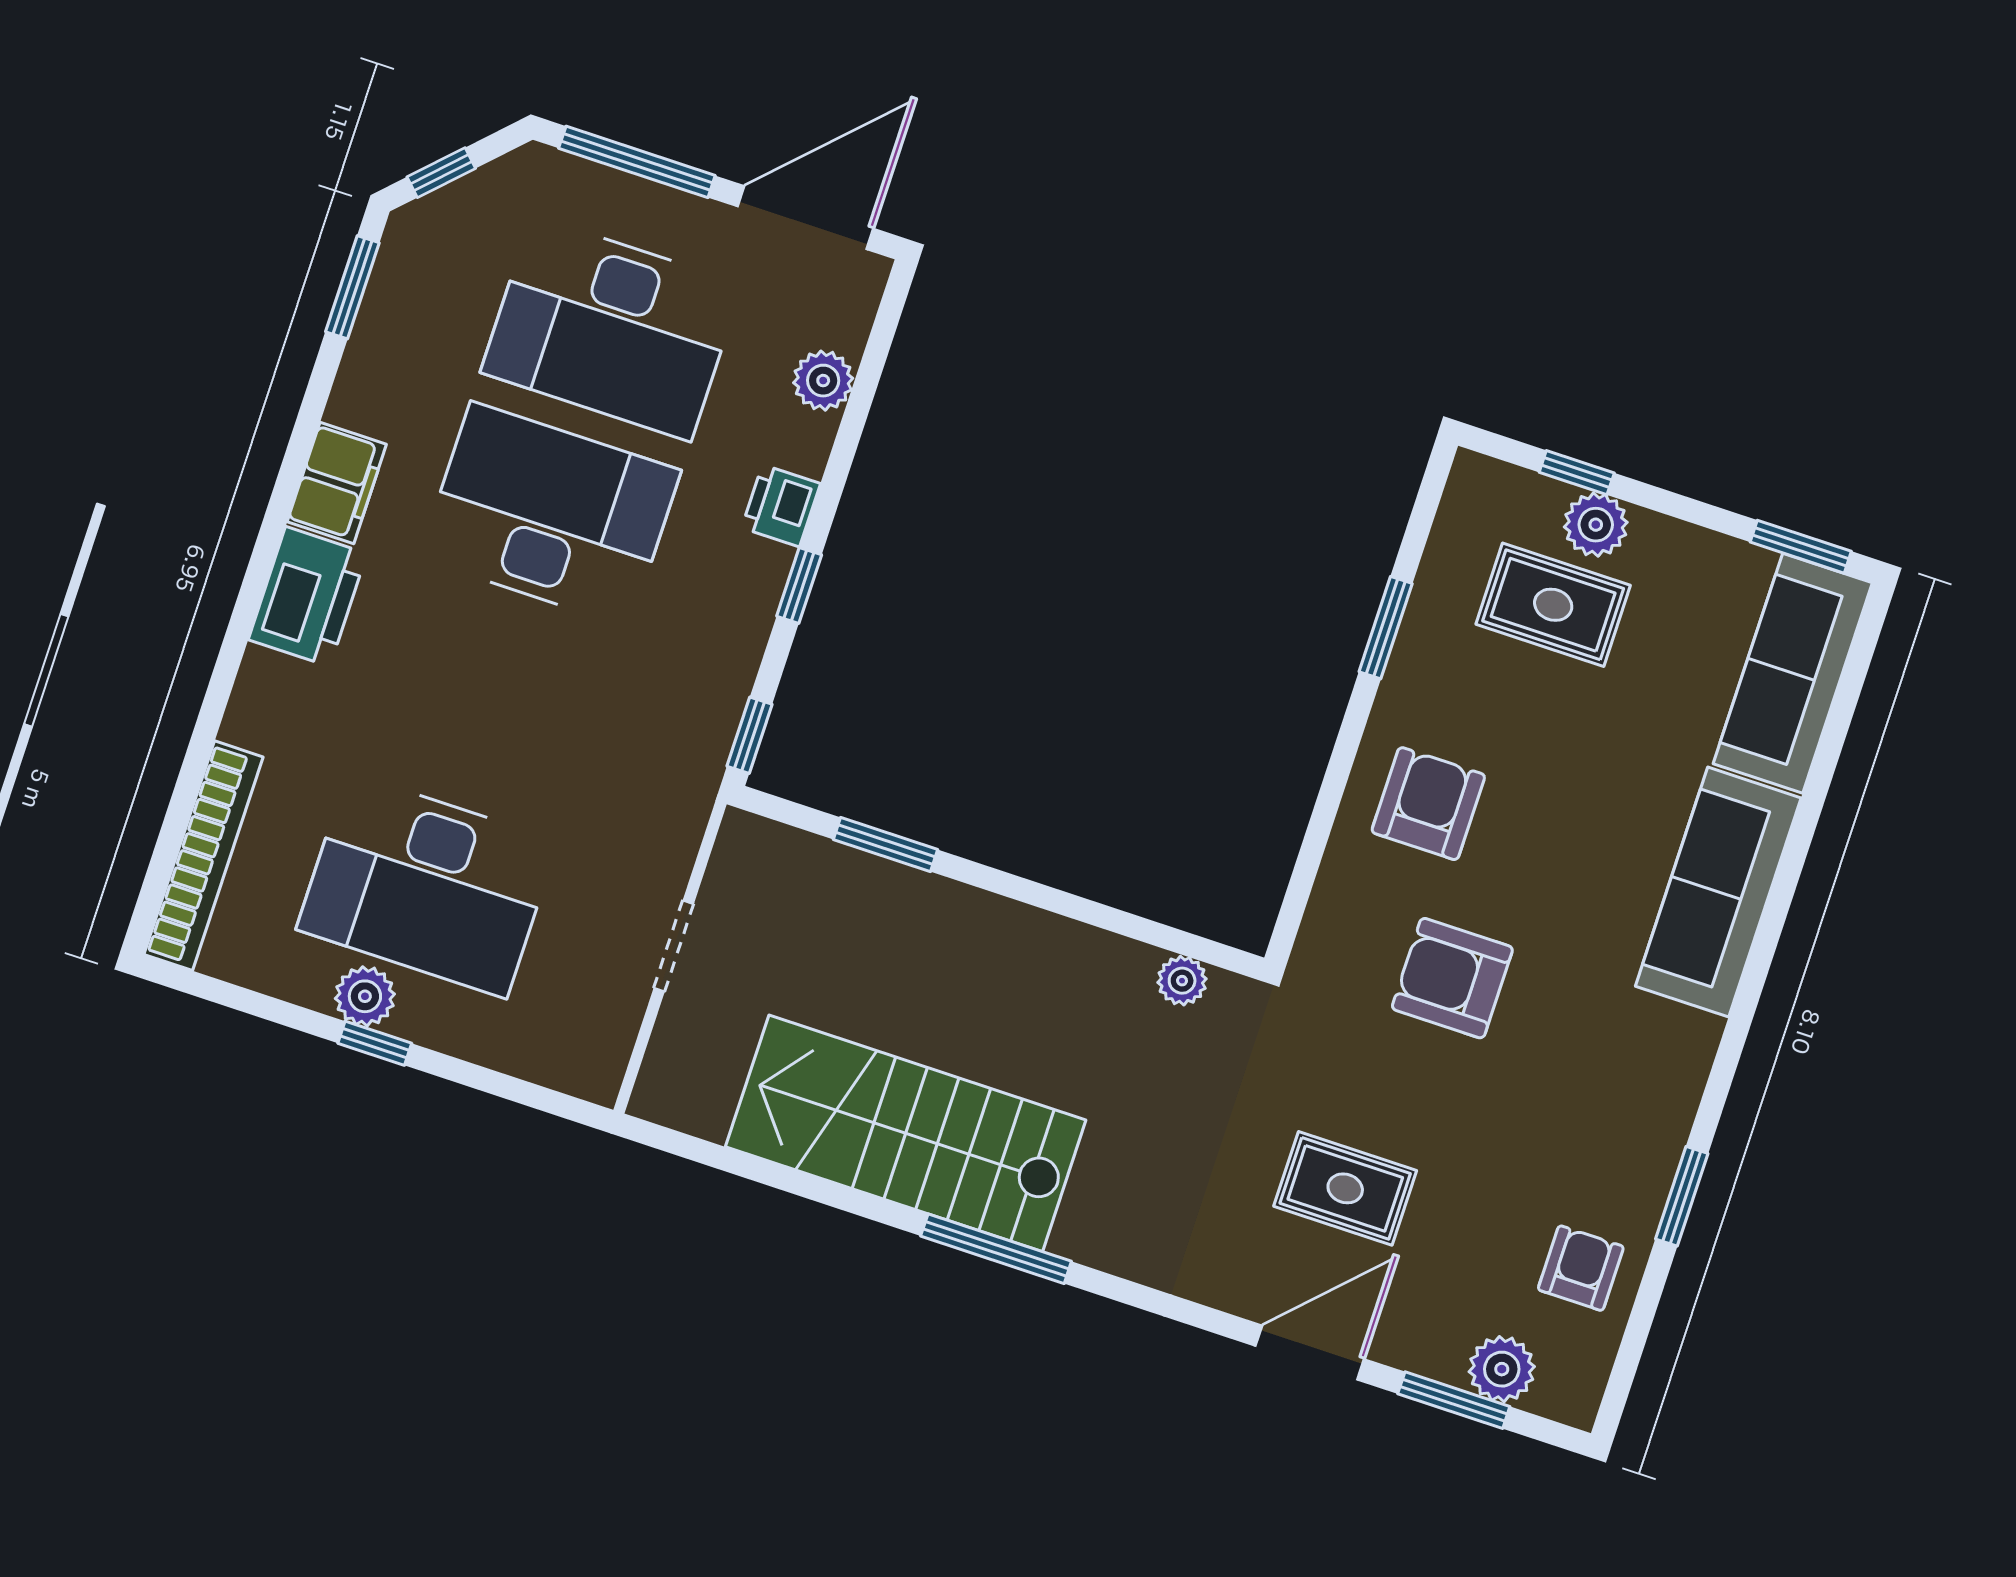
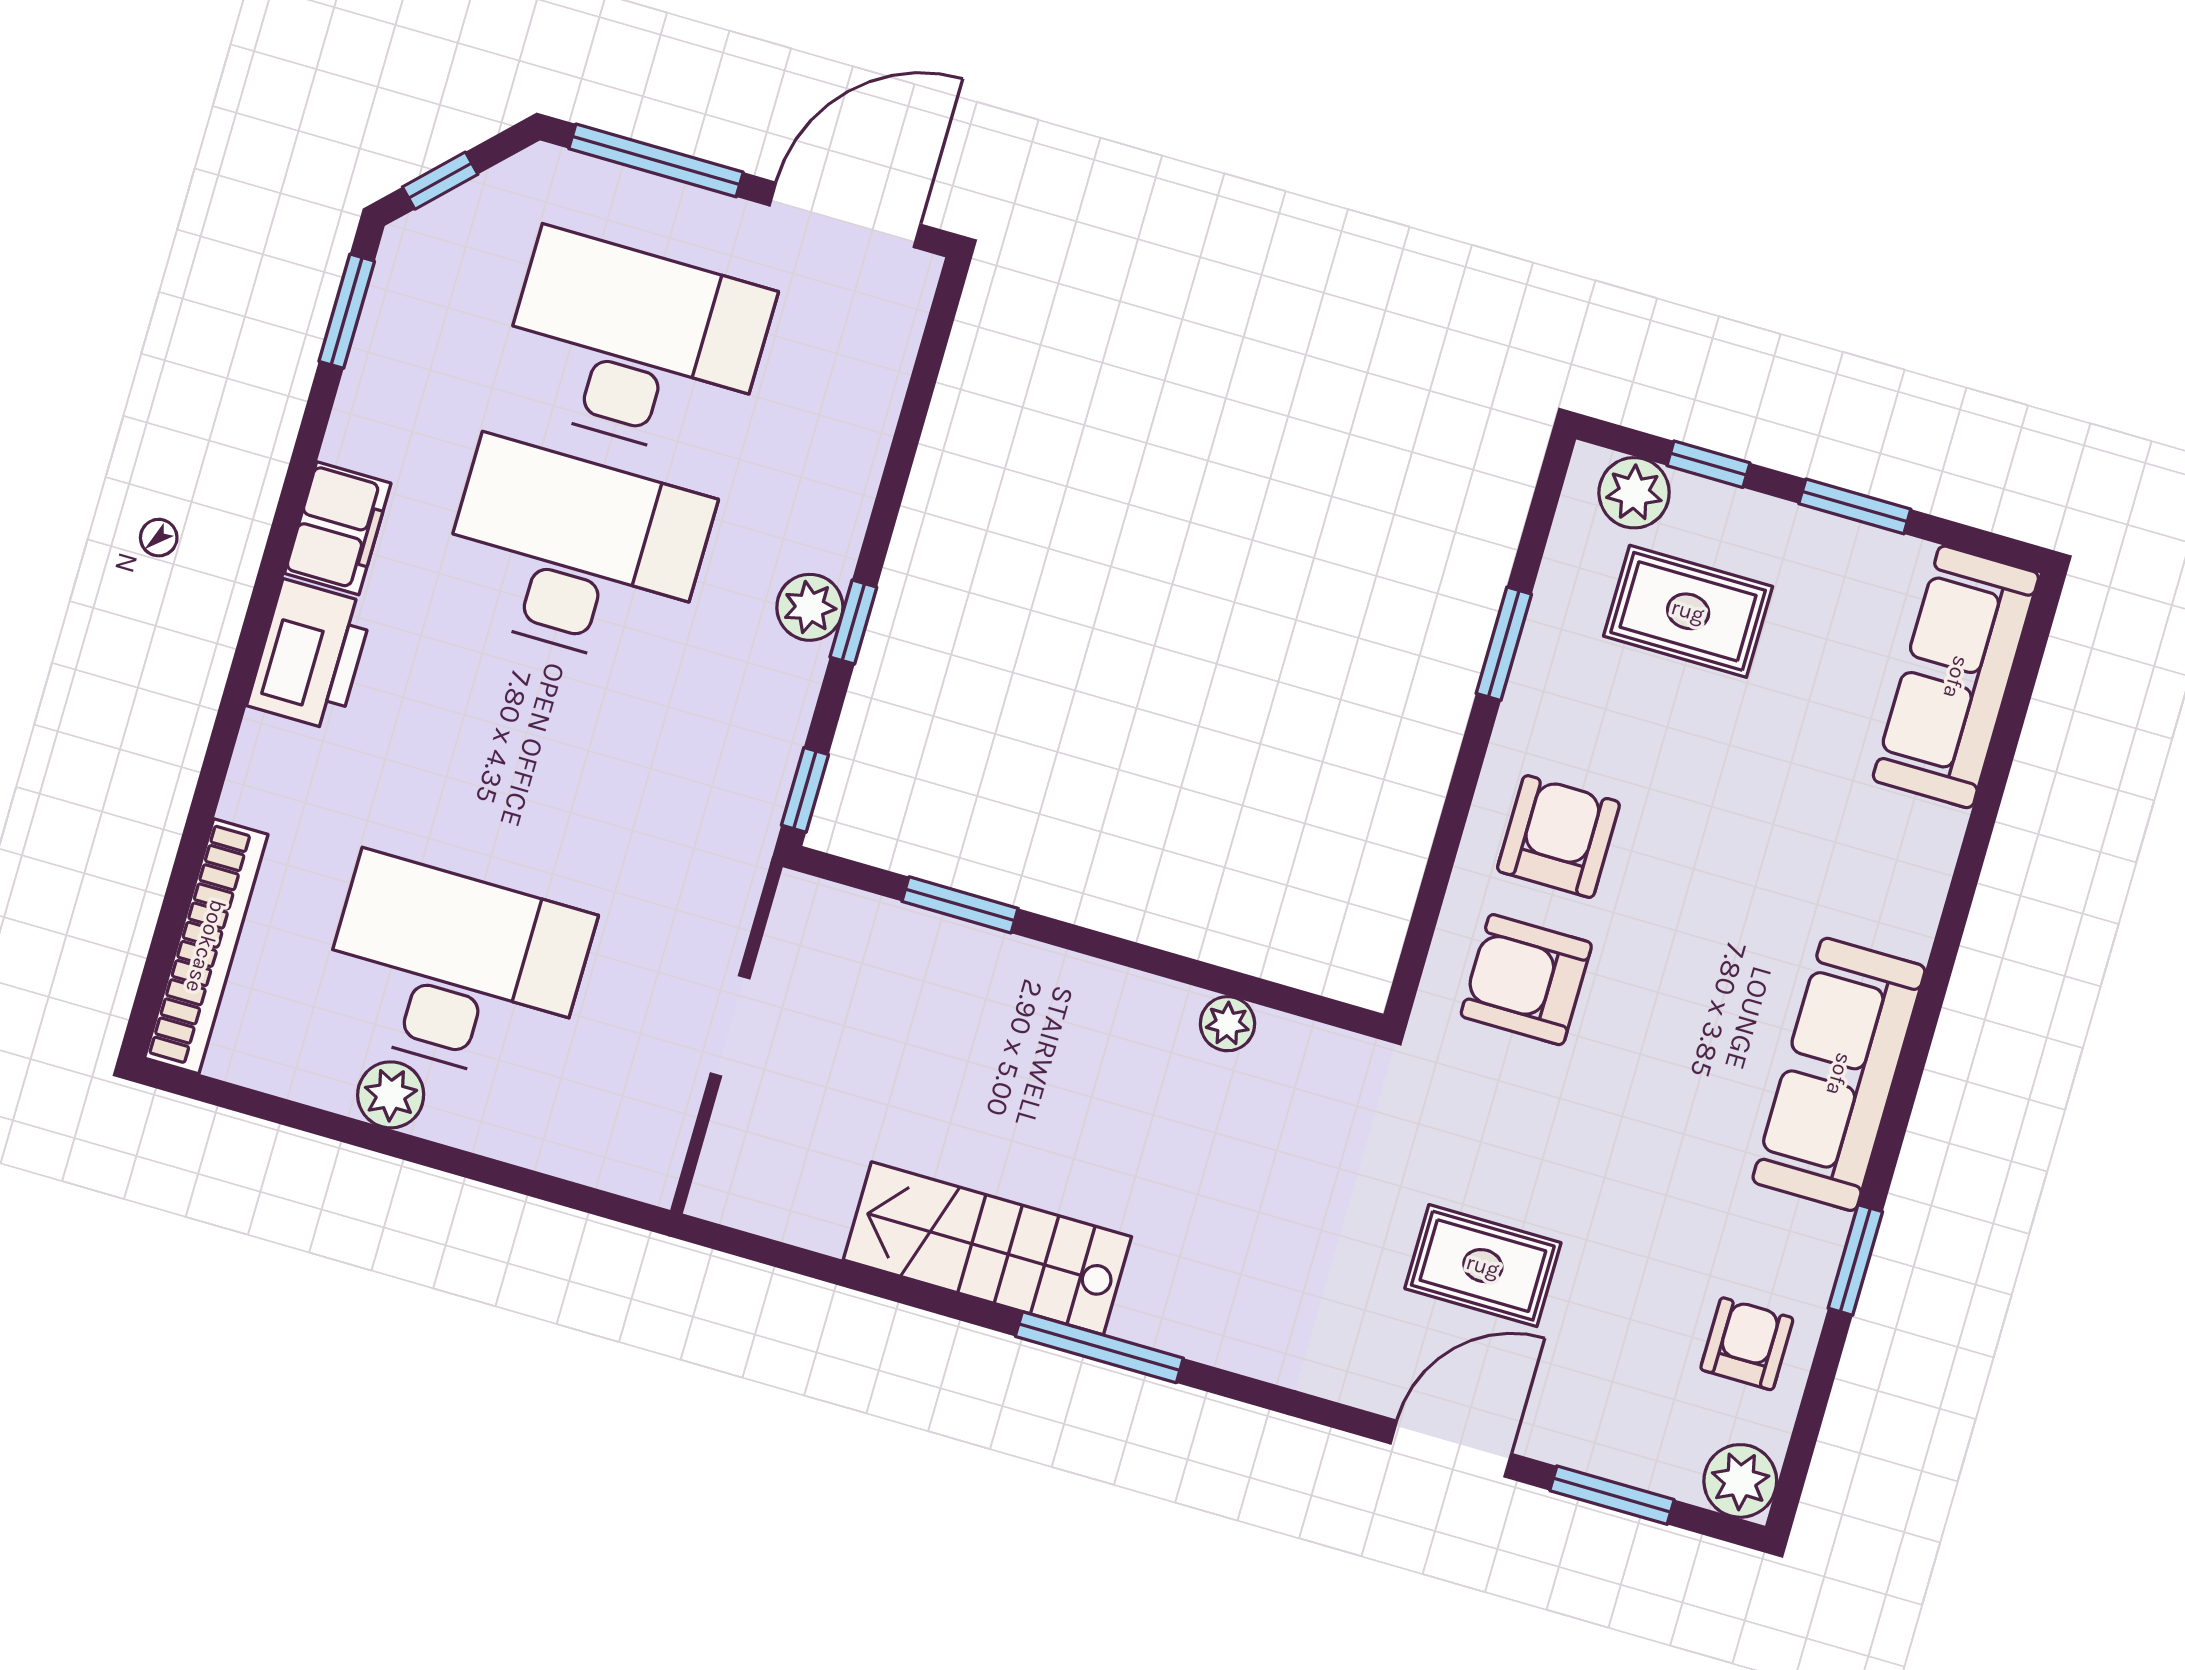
desk: (611, 329) -> (635, 346), turned 180
plant: (823, 381) -> (810, 607), moved
printer: (781, 506) -> (830, 535), removed
plant: (1596, 525) -> (1634, 493), moved
window: (1801, 547) -> (1855, 506), moved
desk: (427, 885) -> (455, 970), turned 180
sofa: (1718, 892) -> (1839, 1074), moved
armchair: (1452, 978) -> (1526, 980), moved
plant: (1182, 981) -> (1228, 1024), moved
window: (375, 1043) -> (404, 1146), removed
stairs: (906, 1133) -> (987, 1248), width x0.73, depth x0.66
plant: (1502, 1369) -> (1740, 1481), moved

